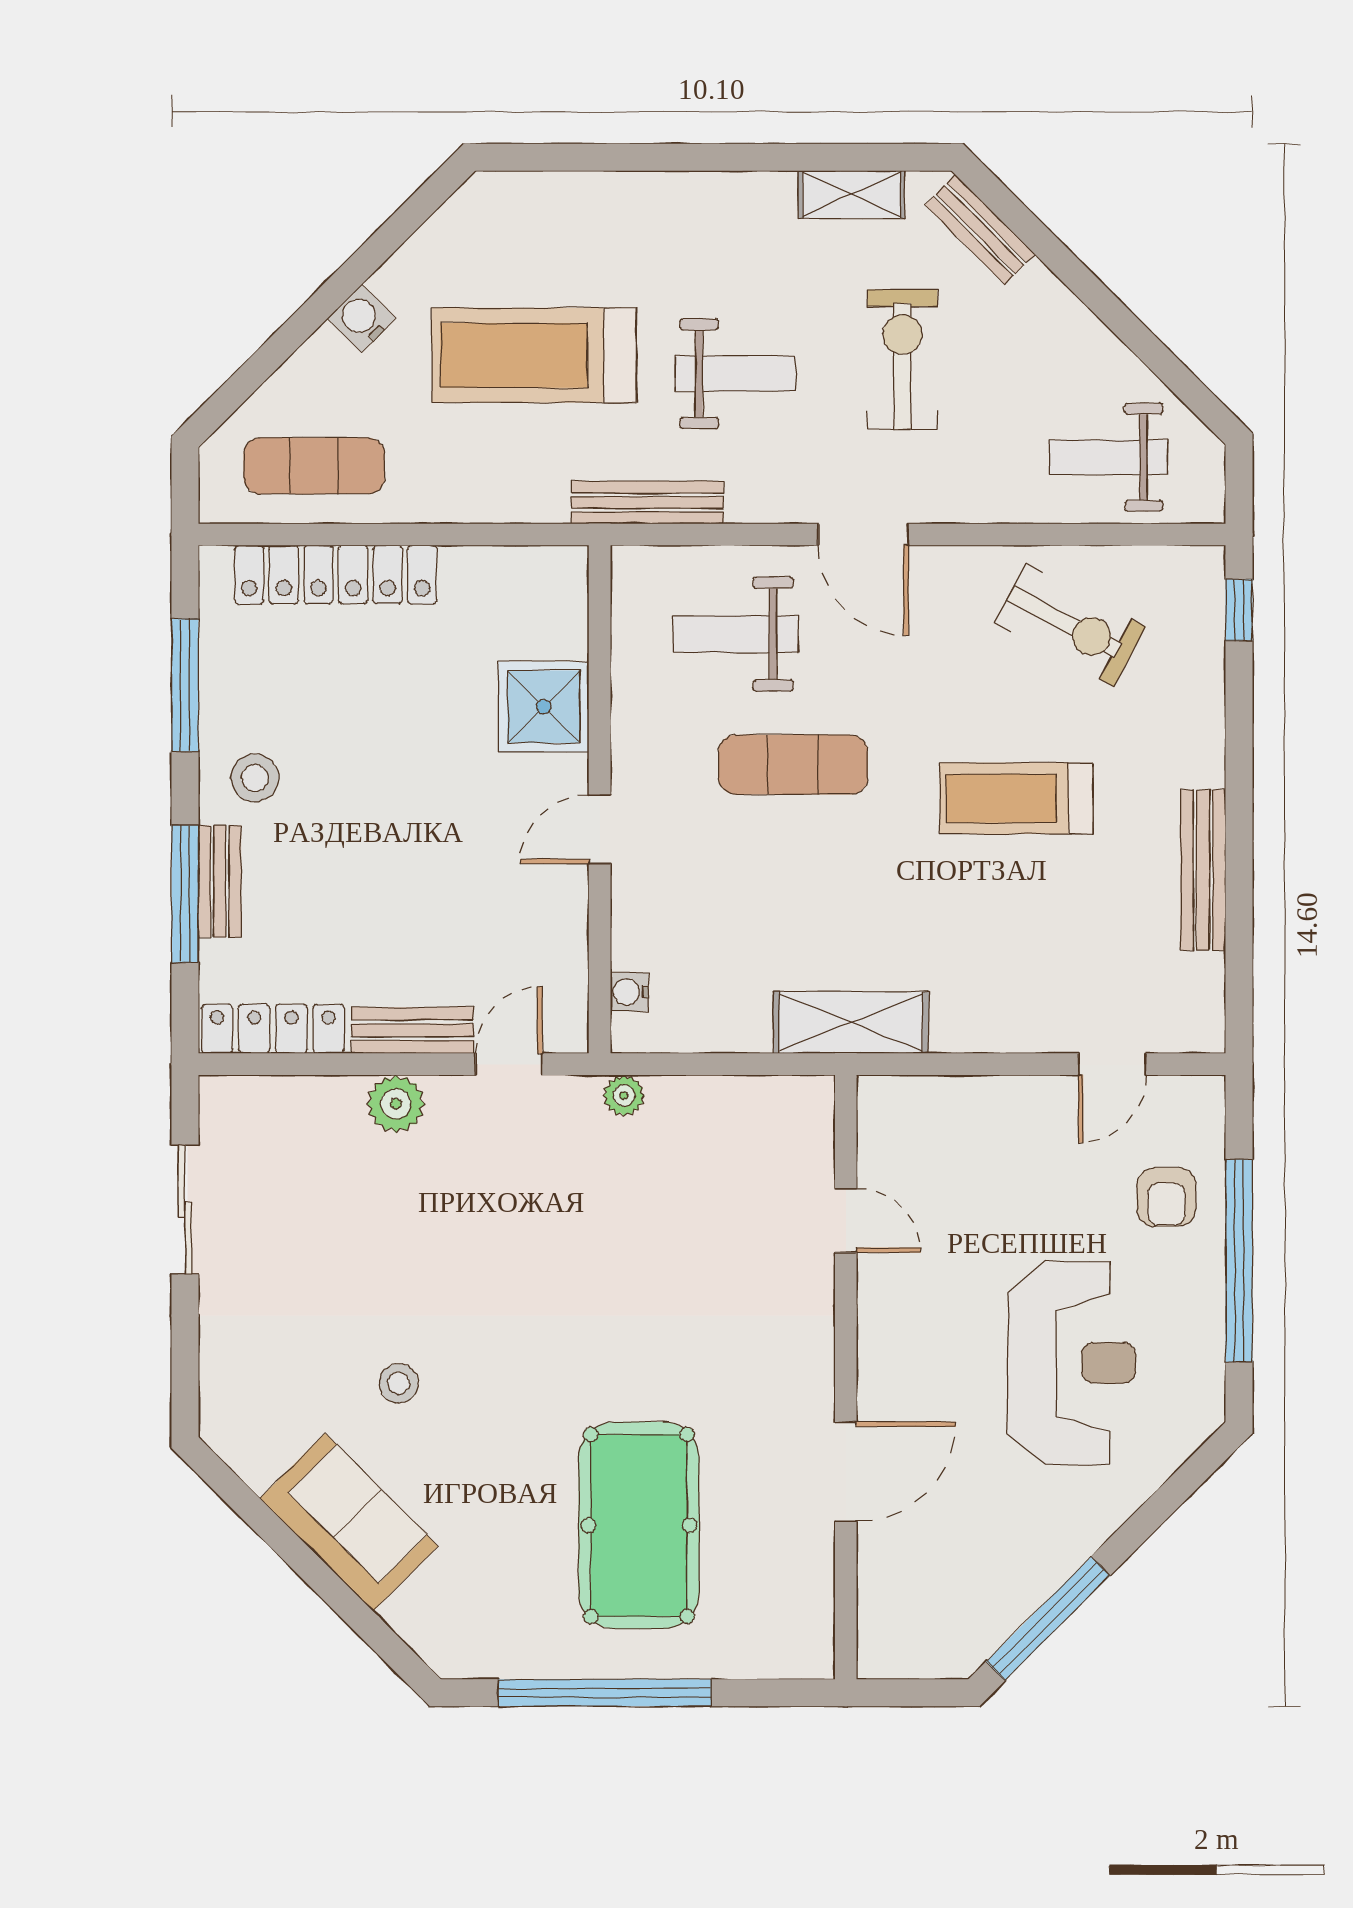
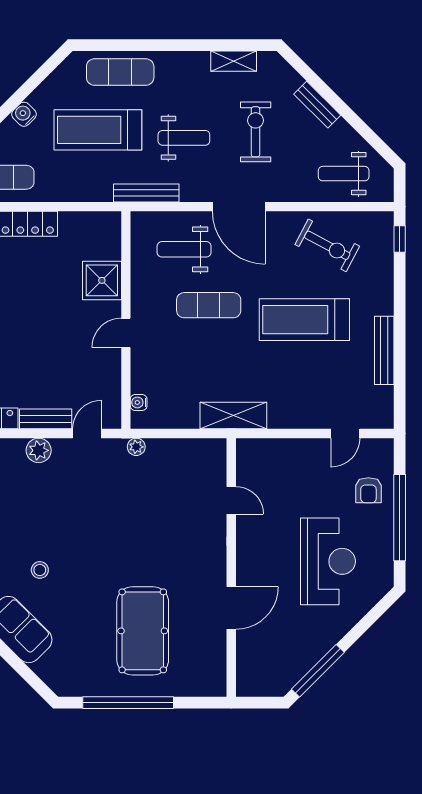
exercise mat: (586, 220) -> (120, 72), added
bench: (980, 229) -> (317, 105), moved
door: (863, 534) -> (239, 207), width x1.36
treadmill: (1016, 798) -> (304, 320), width x1.37, depth x1.38

